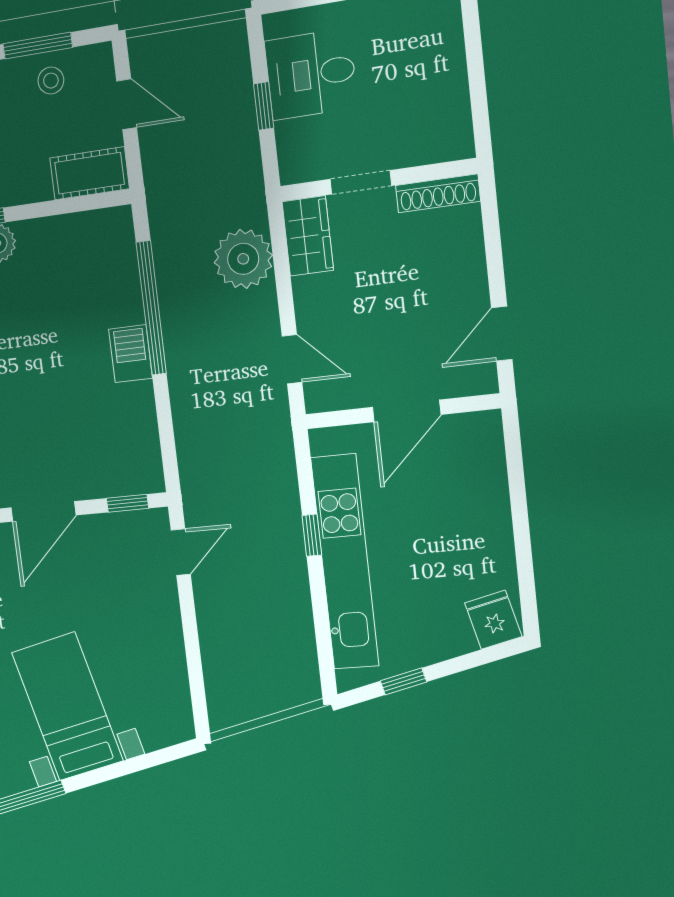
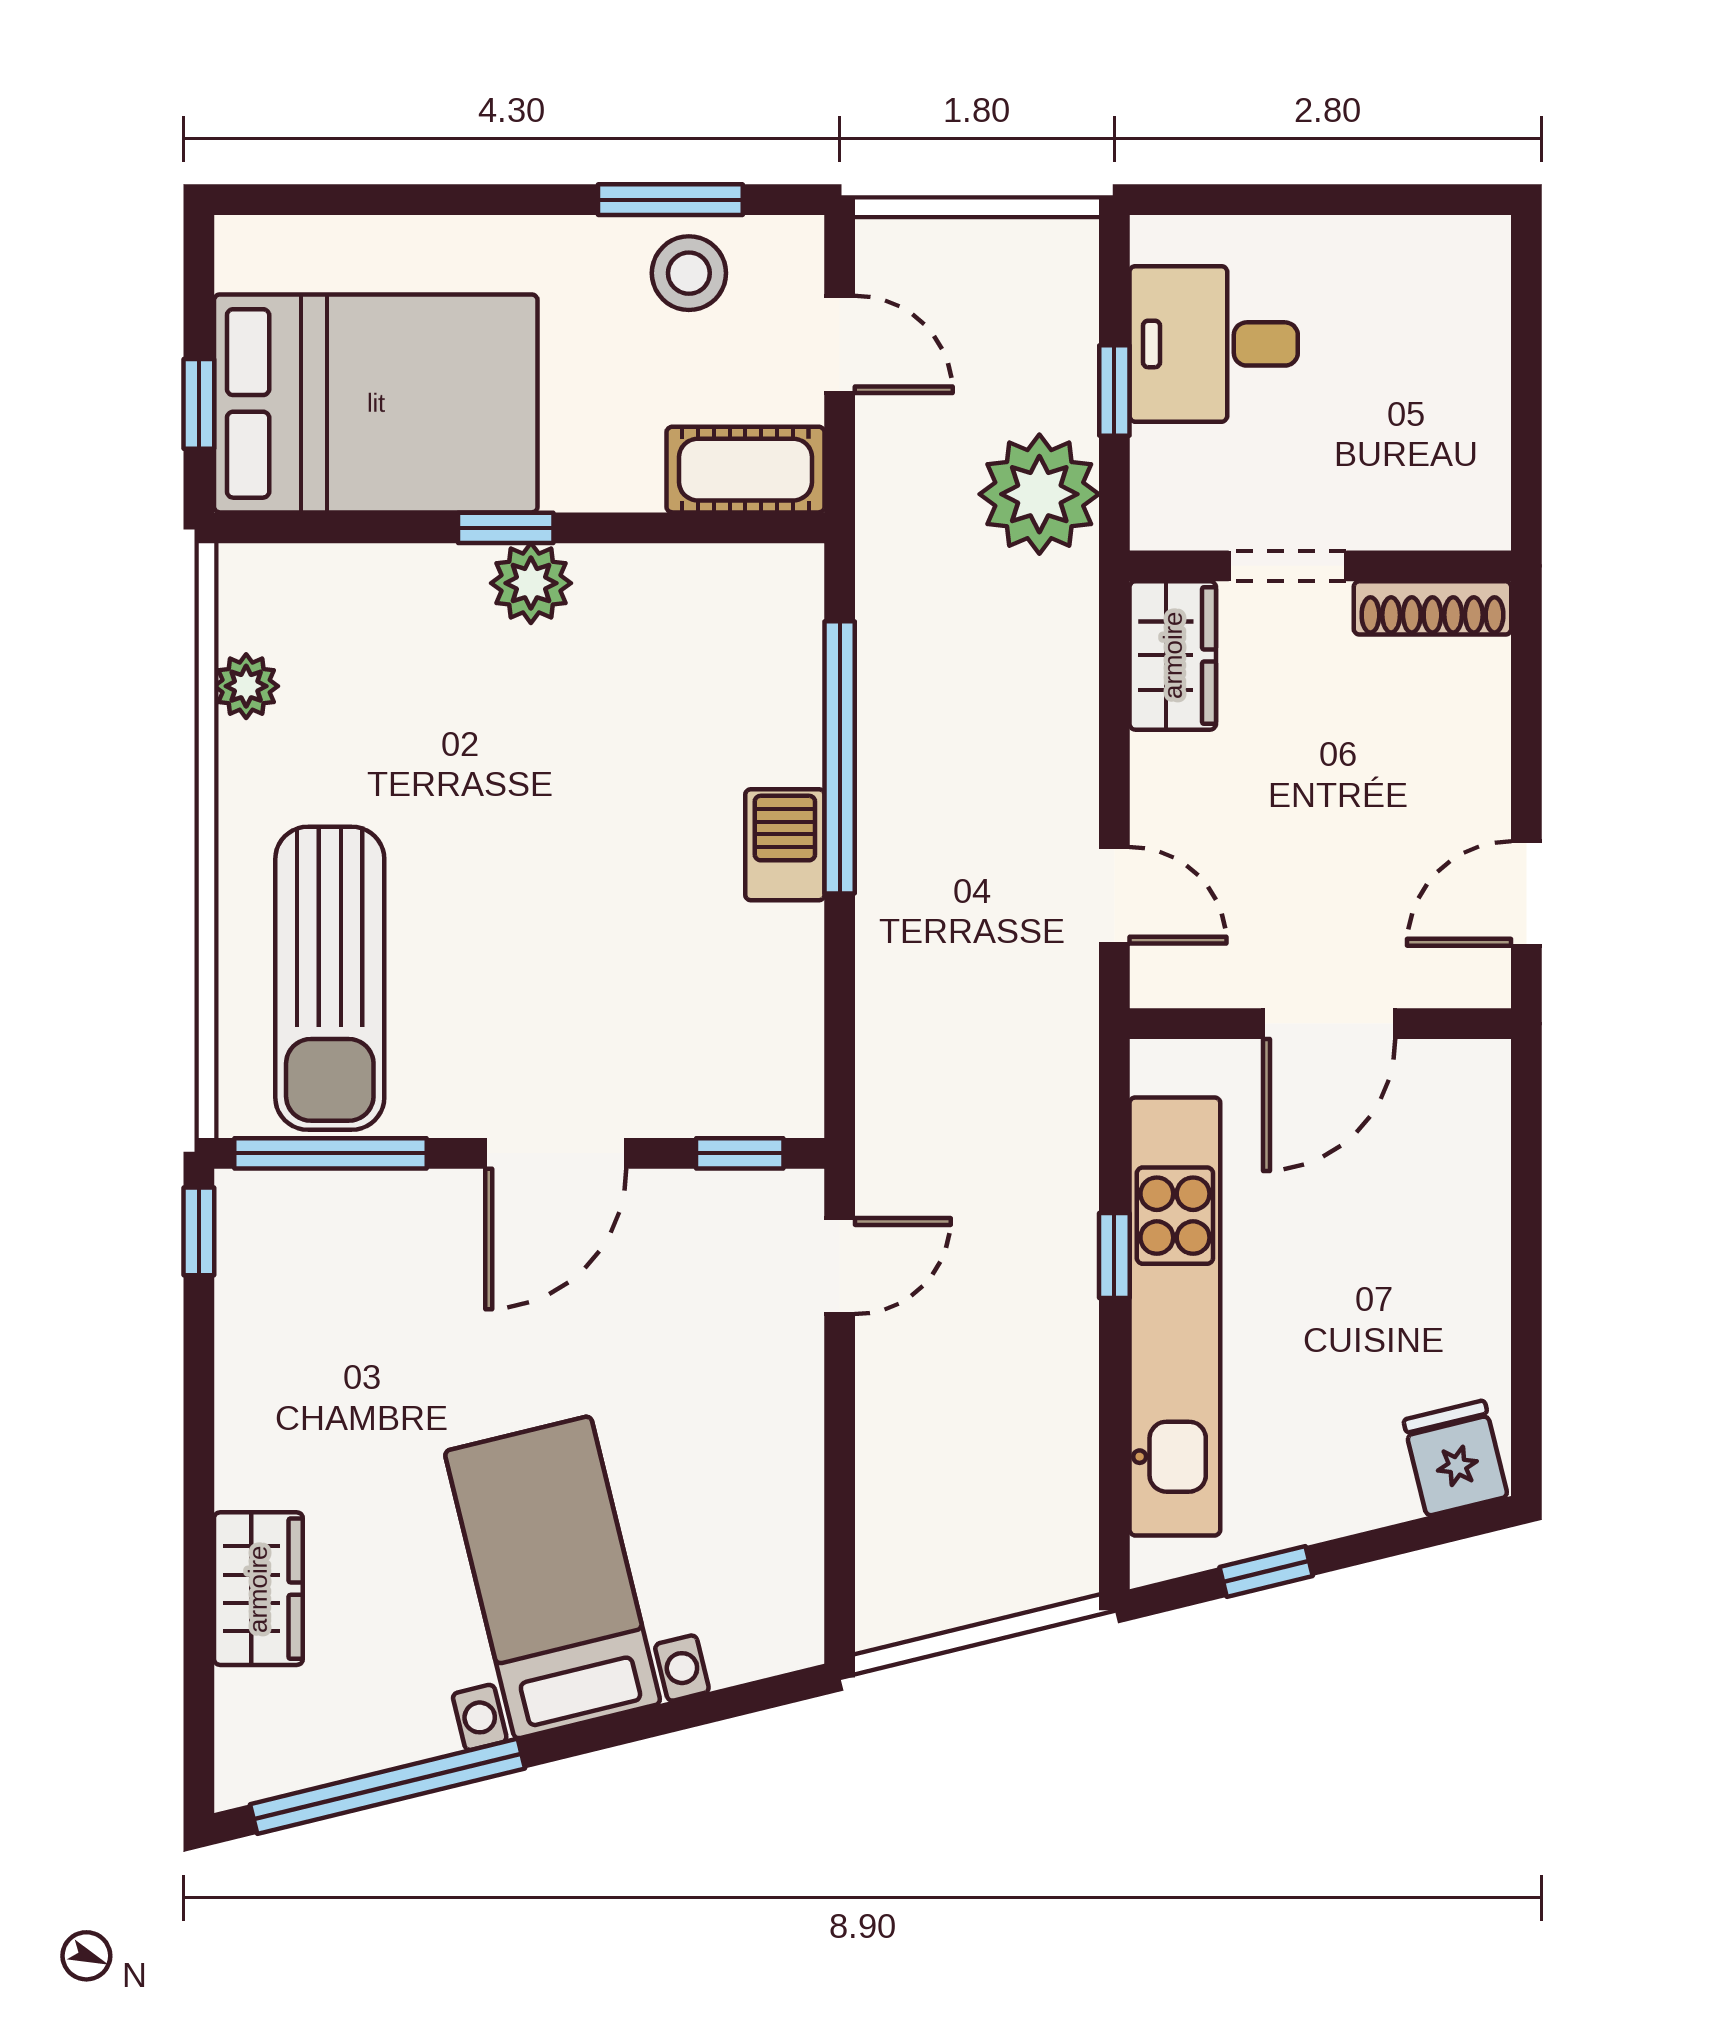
stool: (51, 81) -> (689, 273), width x1.37, depth x1.37
plant: (243, 259) -> (1039, 494), moved

